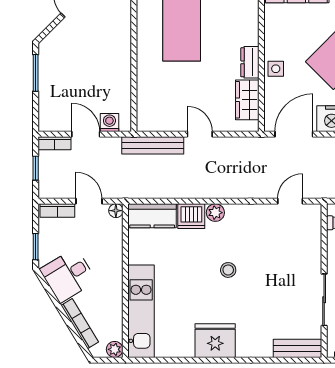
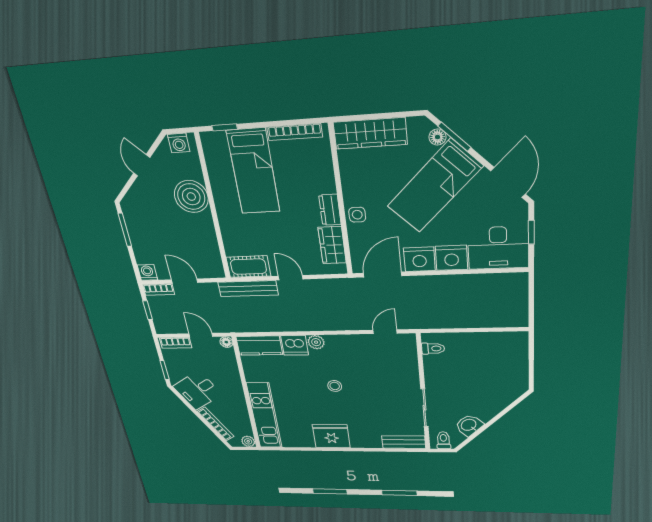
boiler: (114, 41) -> (191, 197), added
cot: (158, 120) -> (248, 267), added
washing machine: (109, 122) -> (147, 272), moved

